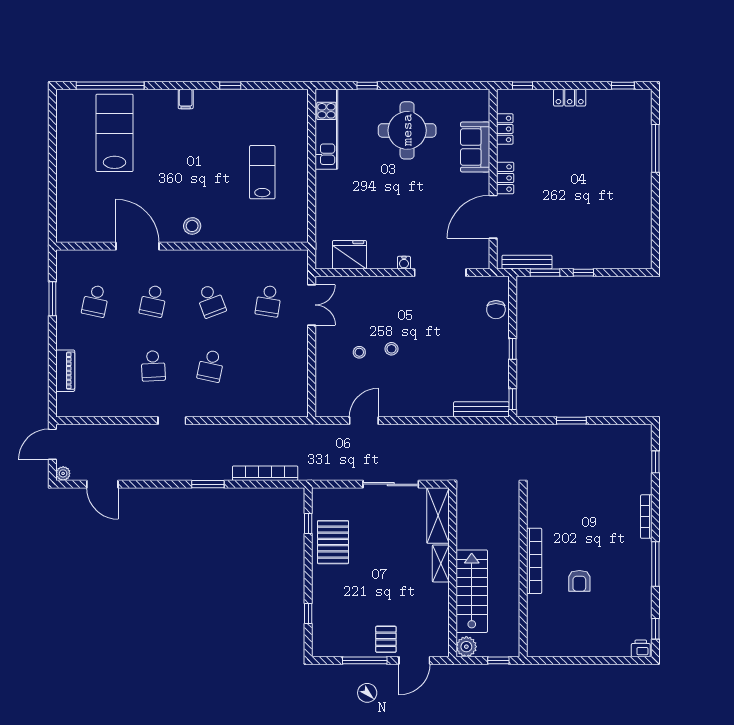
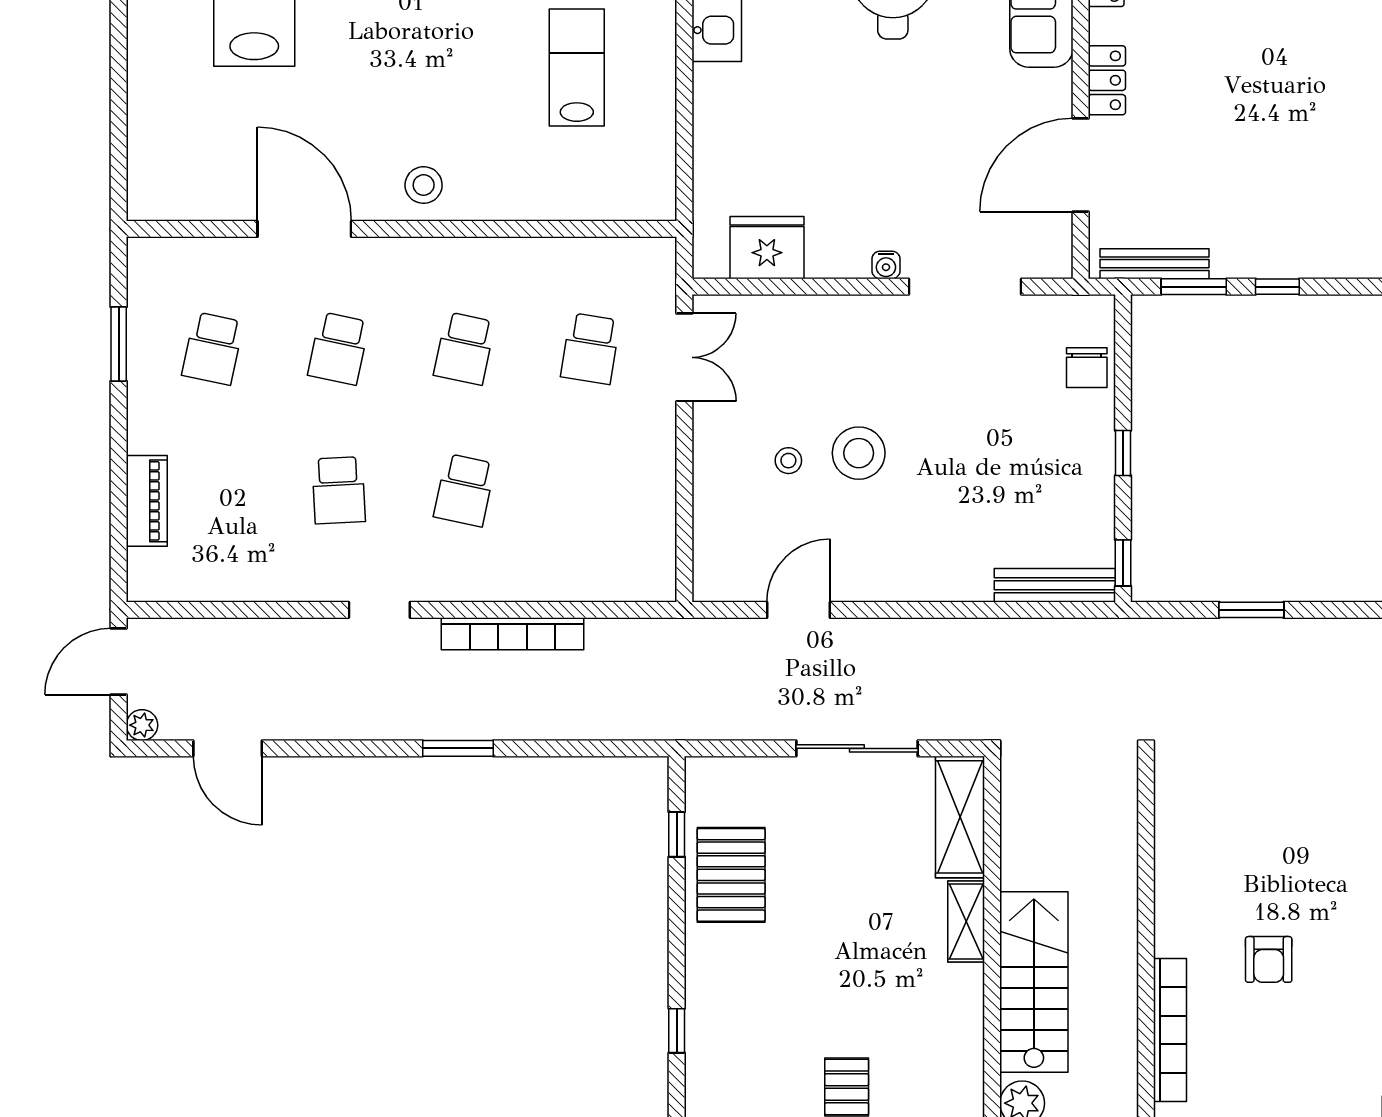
school desk: (211, 301) -> (464, 349), turned 33
stool: (391, 349) -> (859, 453), width x1.89, depth x1.89
bookcase: (265, 473) -> (512, 634), moved, turned 180
bookcase: (534, 561) -> (1170, 1030), moved

